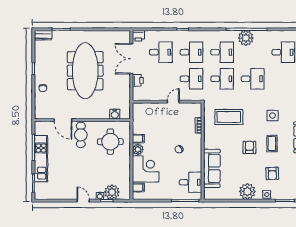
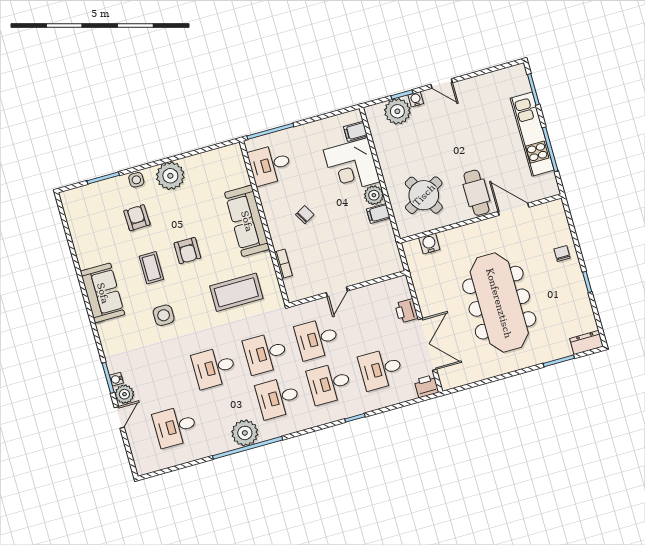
round table: (110, 142) -> (424, 195), turned -30
sofa: (212, 168) -> (247, 221), moved

